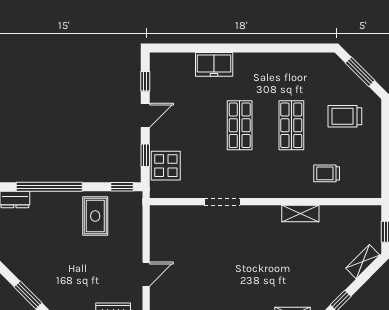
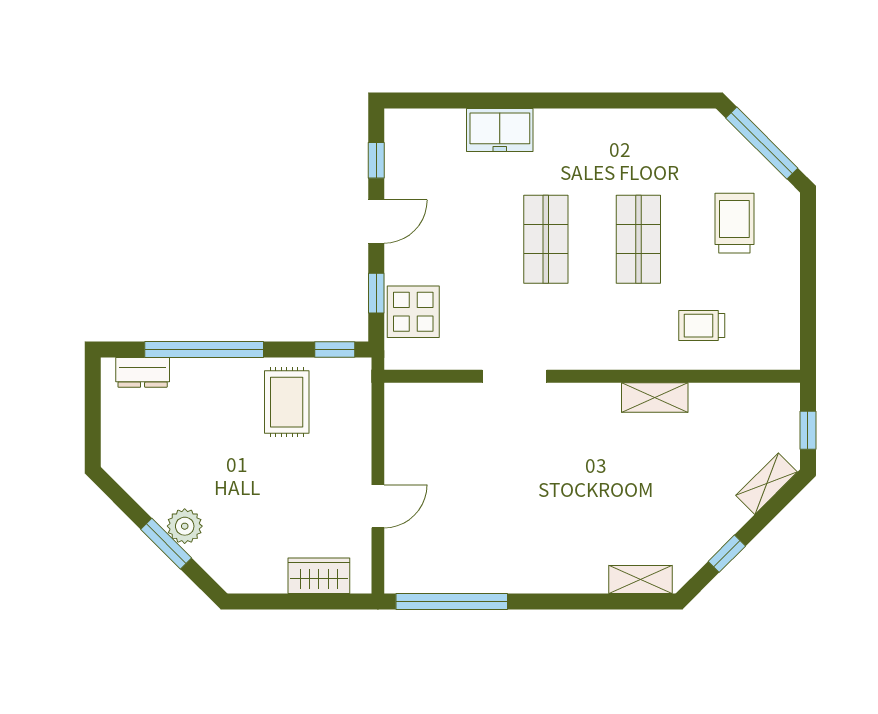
window: (360, 72) -> (762, 143), width x1.44
trolley: (345, 116) -> (734, 223), turned 90
plant: (38, 285) -> (185, 526), added

